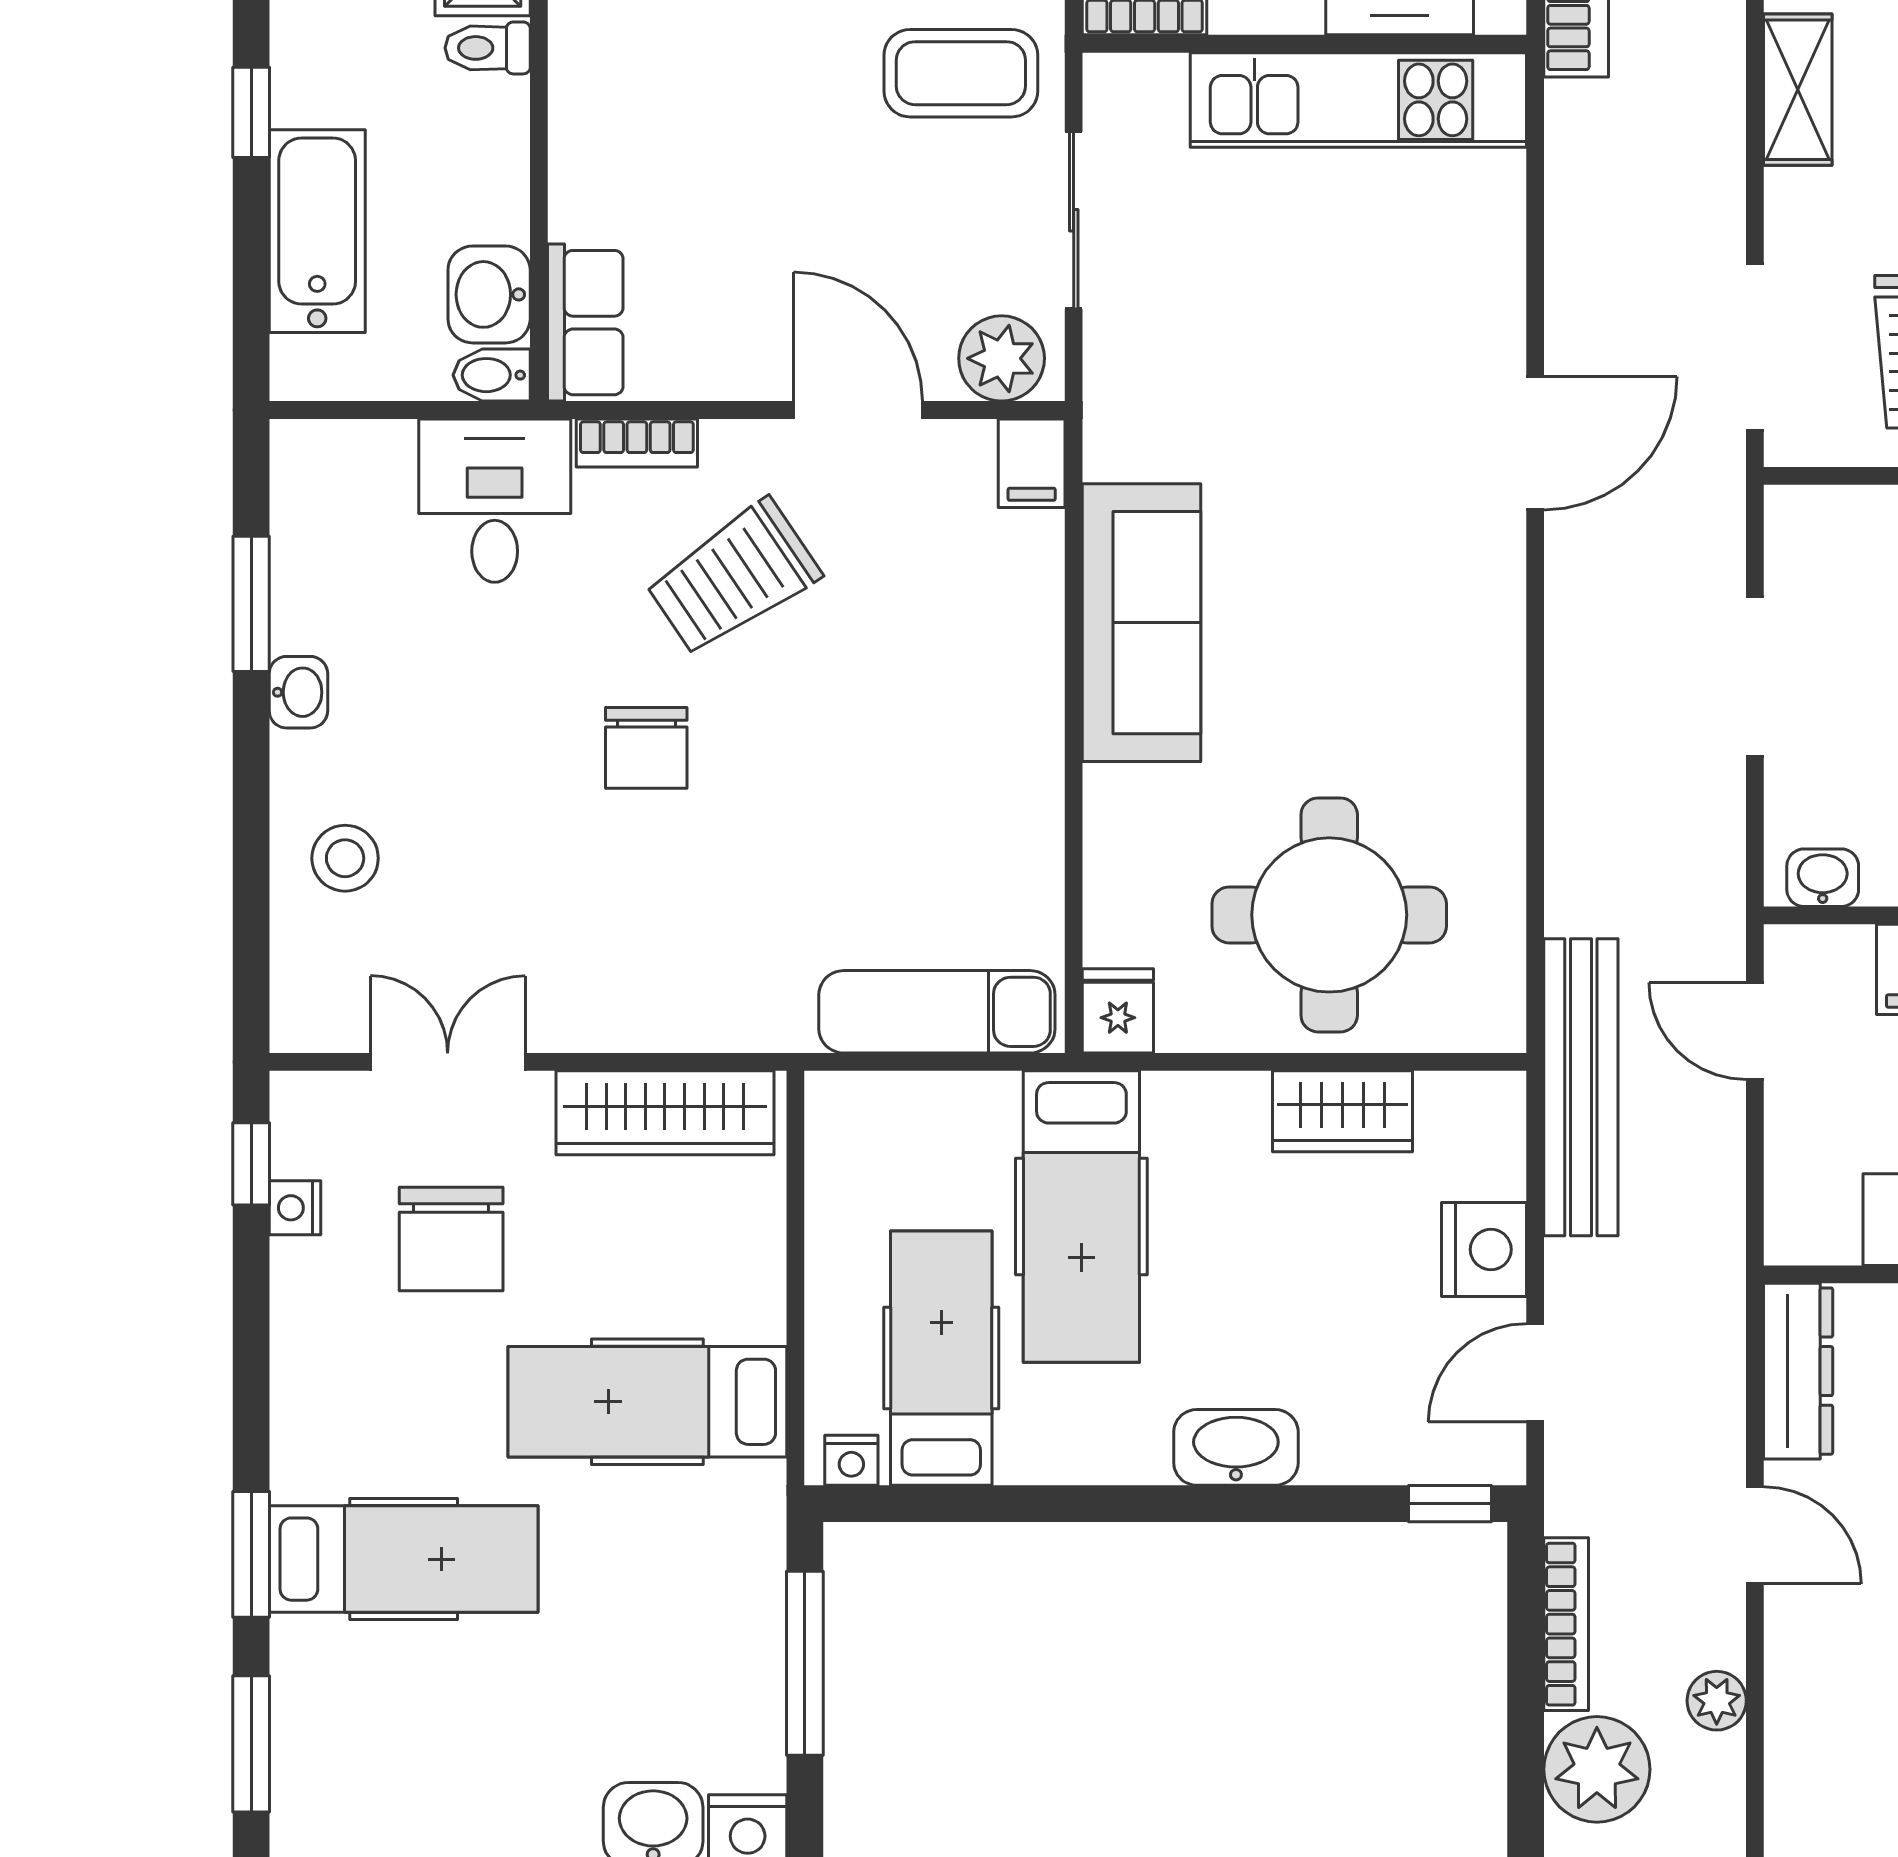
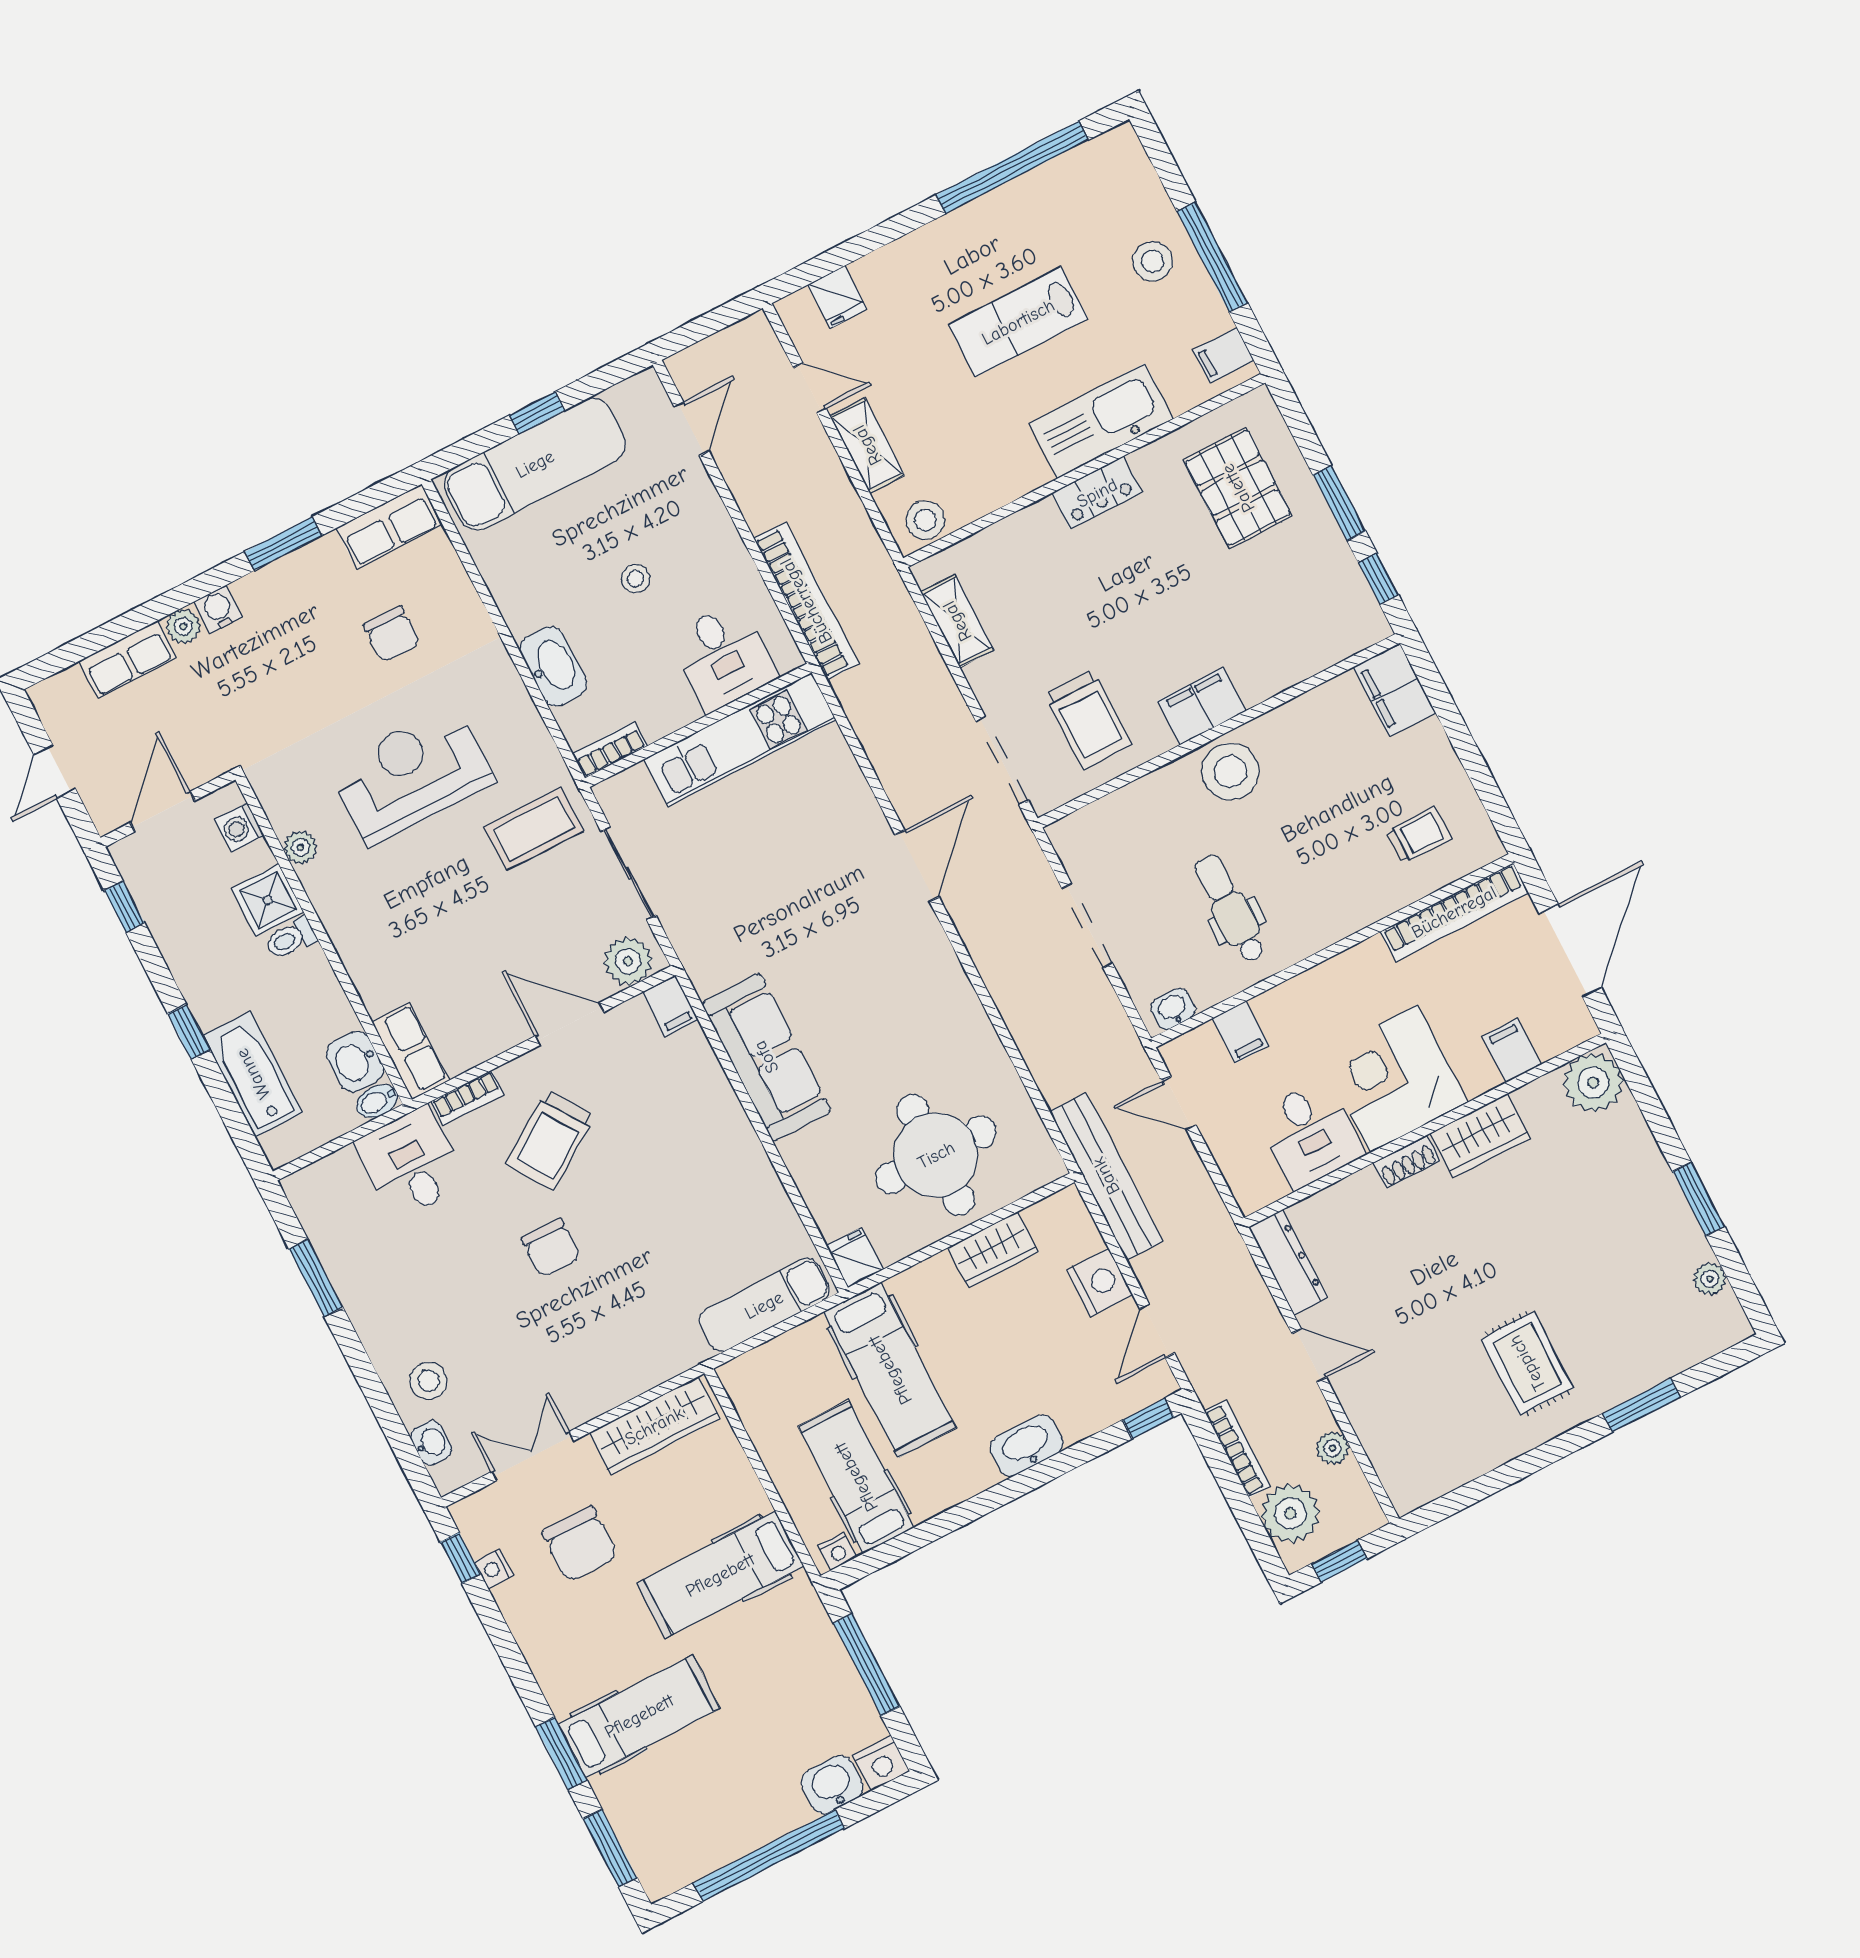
washbasin: (298, 692) -> (431, 1443), moved

